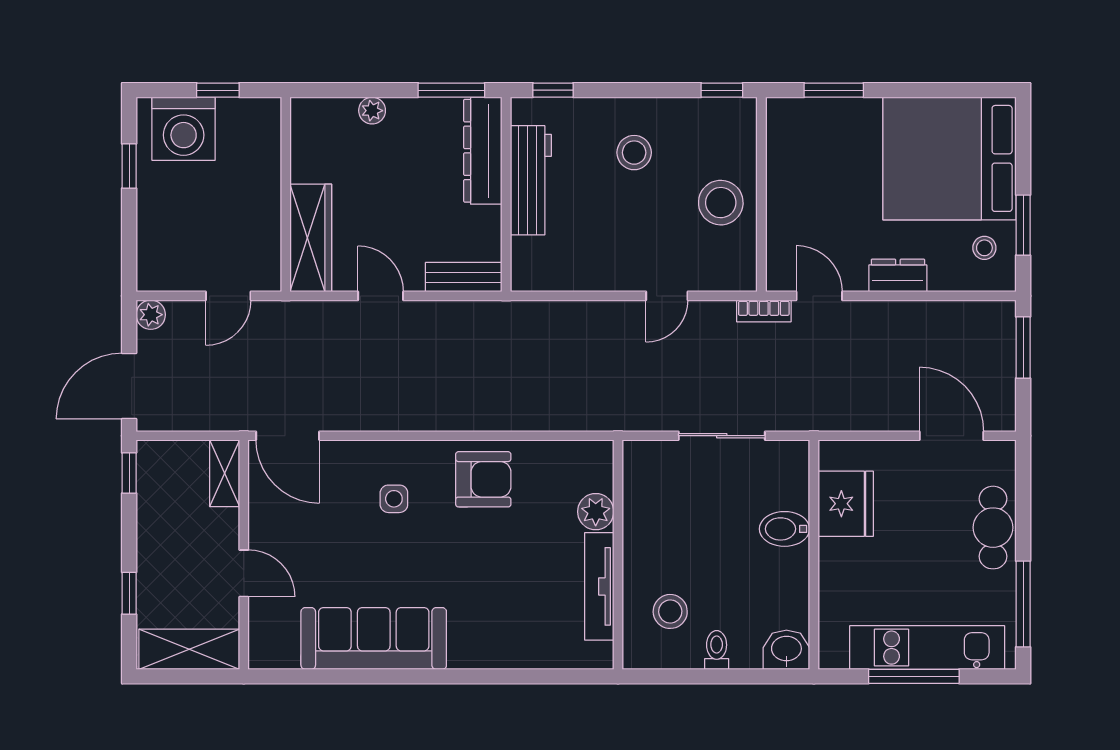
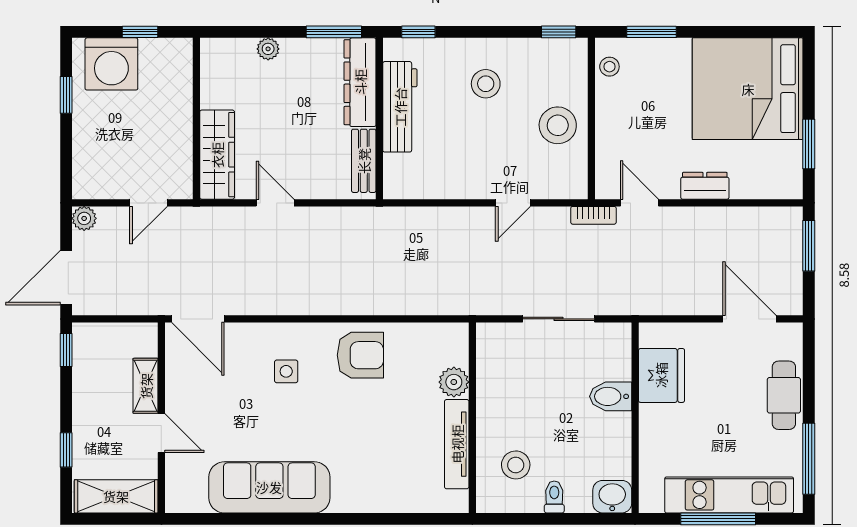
stool: (984, 248) -> (609, 67), moved
bench: (464, 277) -> (364, 161), moved, turned 90
shelving: (225, 473) -> (146, 386), moved

